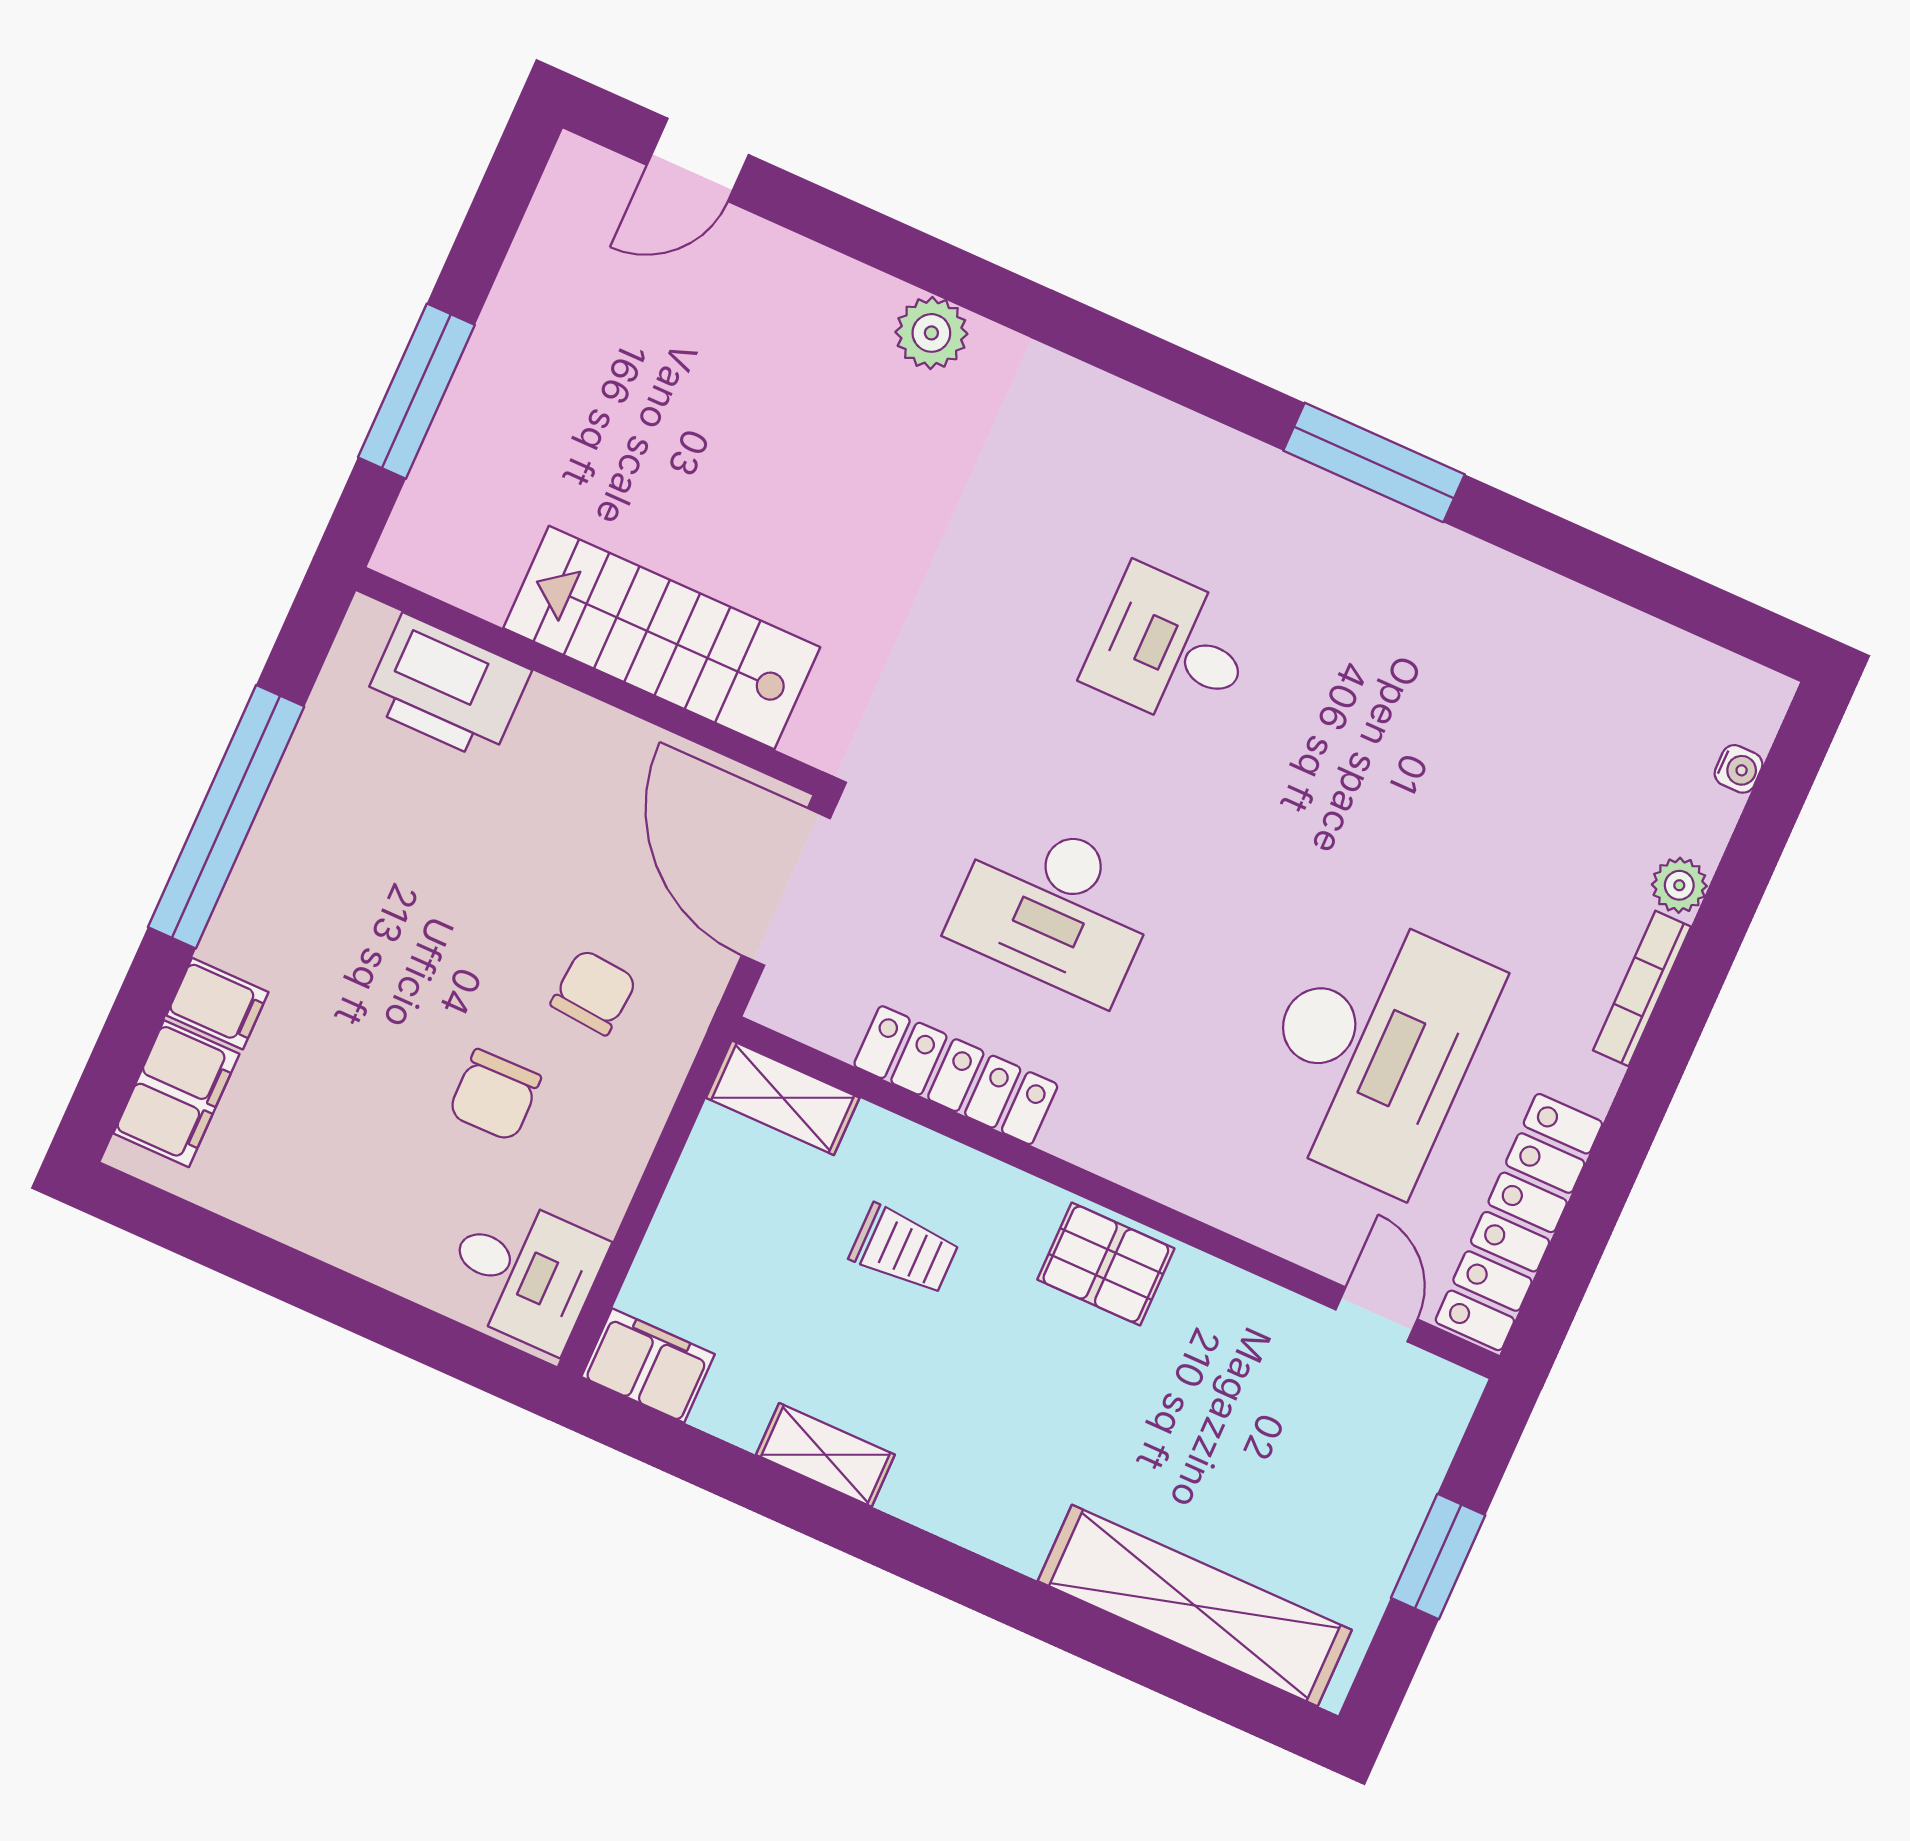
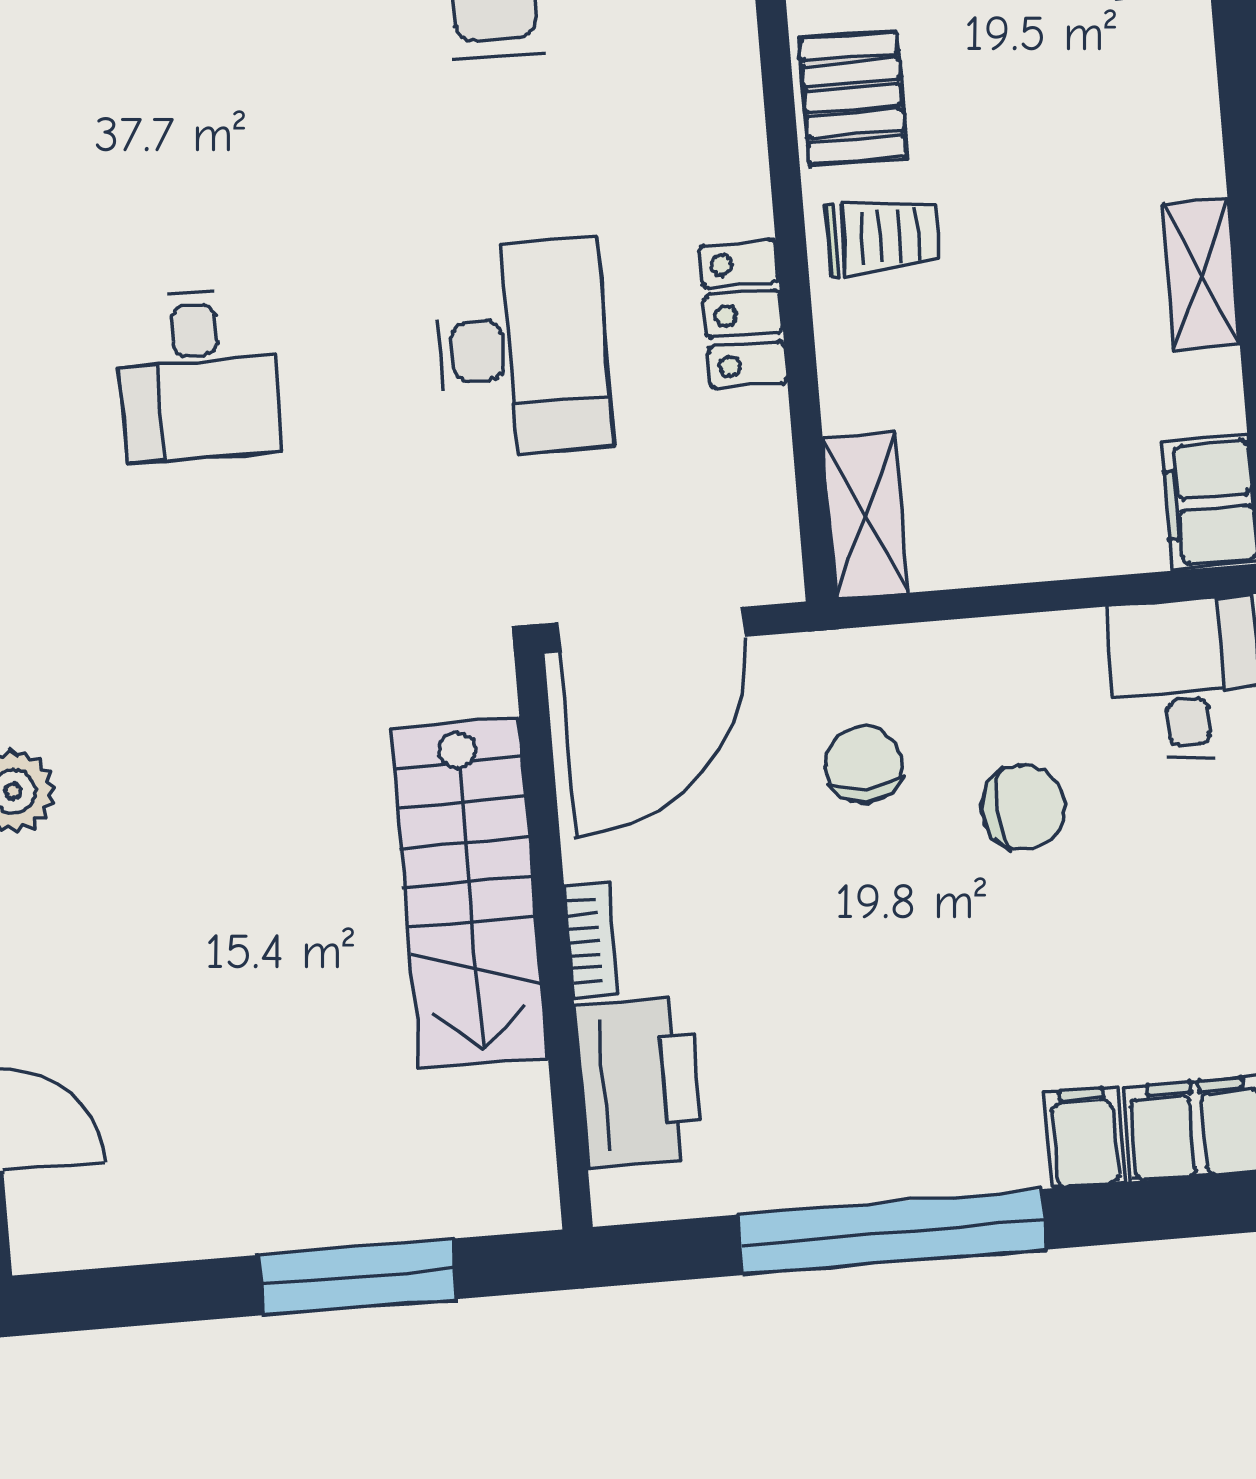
bookcase: (574, 710) -> (591, 941), added
chair: (594, 992) -> (864, 765), turned 85
locker: (956, 1075) -> (743, 314), width x0.66
trolley: (904, 1250) -> (883, 236), moved, turned 90

